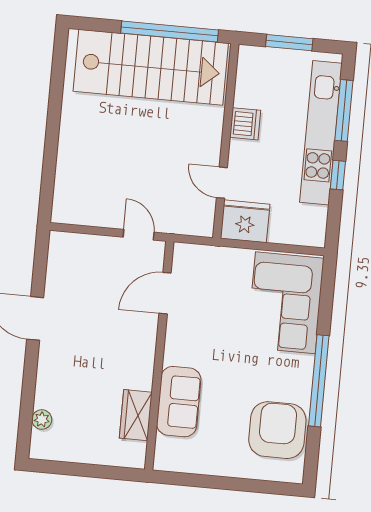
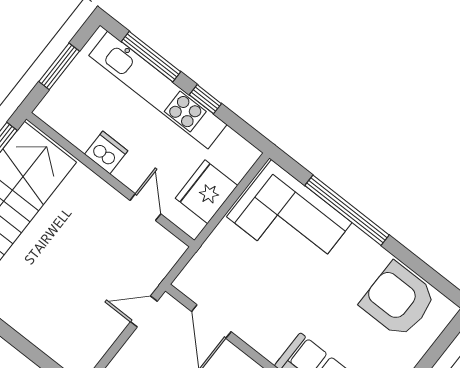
door: (222, 183) -> (145, 207), swing flipped
fridge: (245, 221) -> (206, 192), moved
window: (319, 381) -> (347, 210), moved

